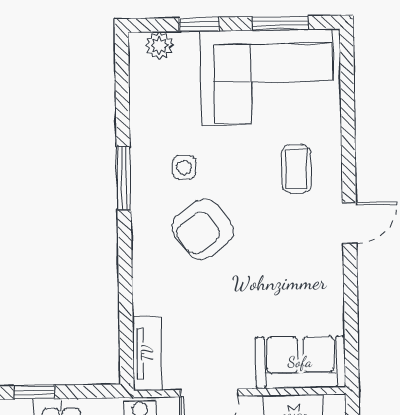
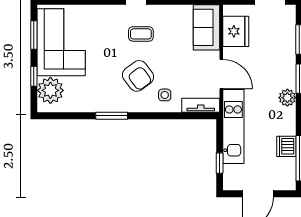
plant: (159, 45) -> (50, 90), width x1.88, depth x1.88
side table: (184, 167) -> (165, 95), moved
coffee table: (296, 169) -> (141, 34), moved

